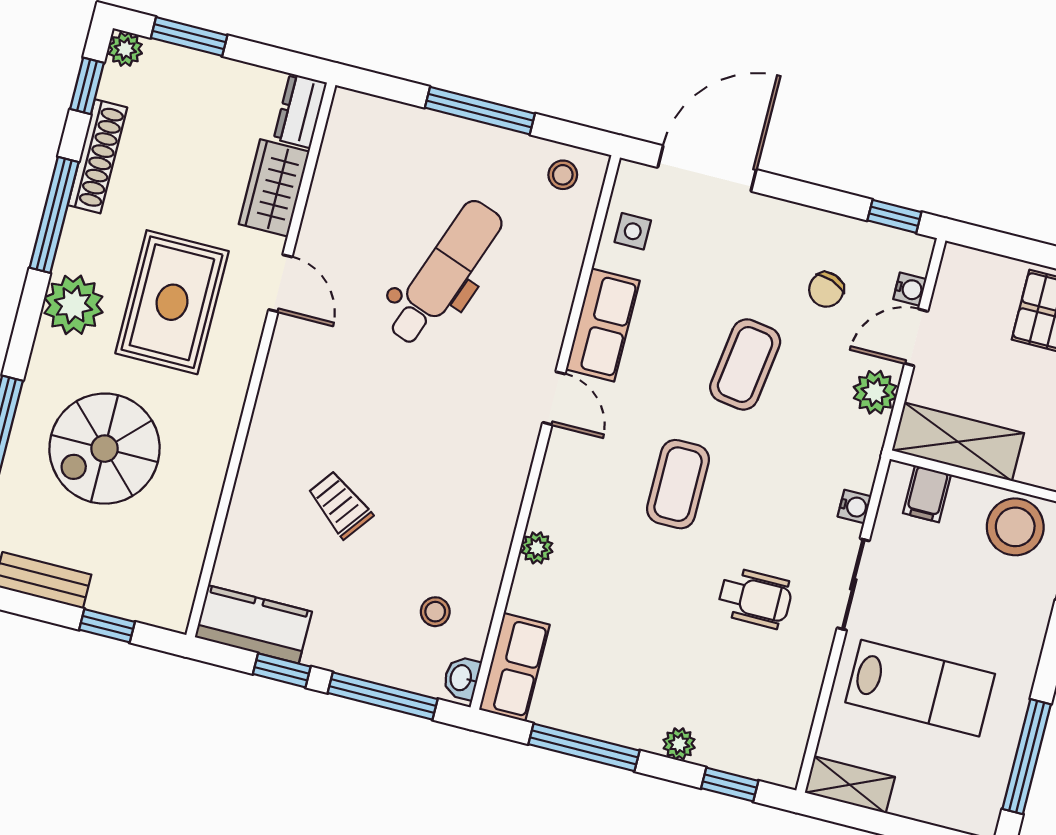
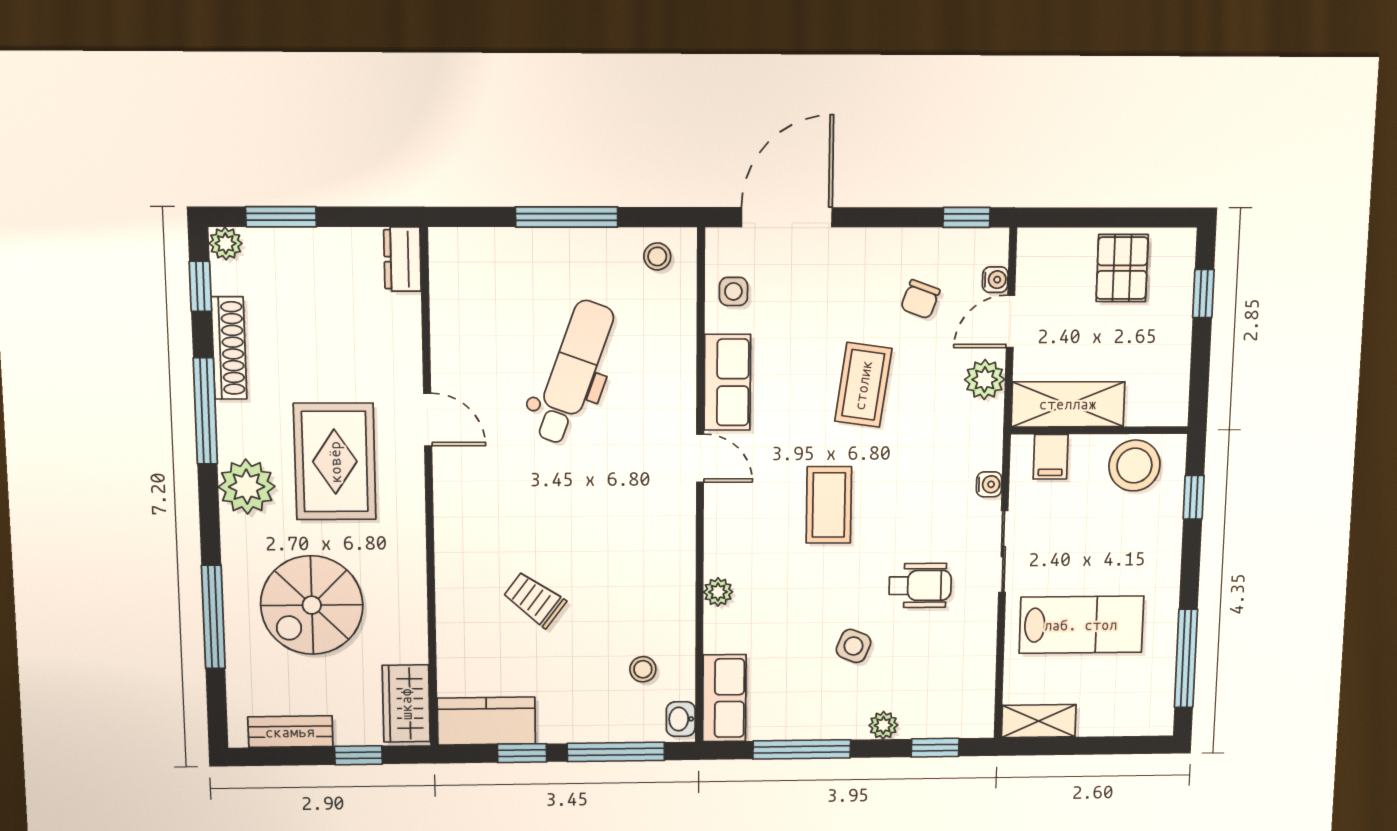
wardrobe: (274, 188) -> (406, 704), moved
side table: (668, 646) -> (854, 646), added

